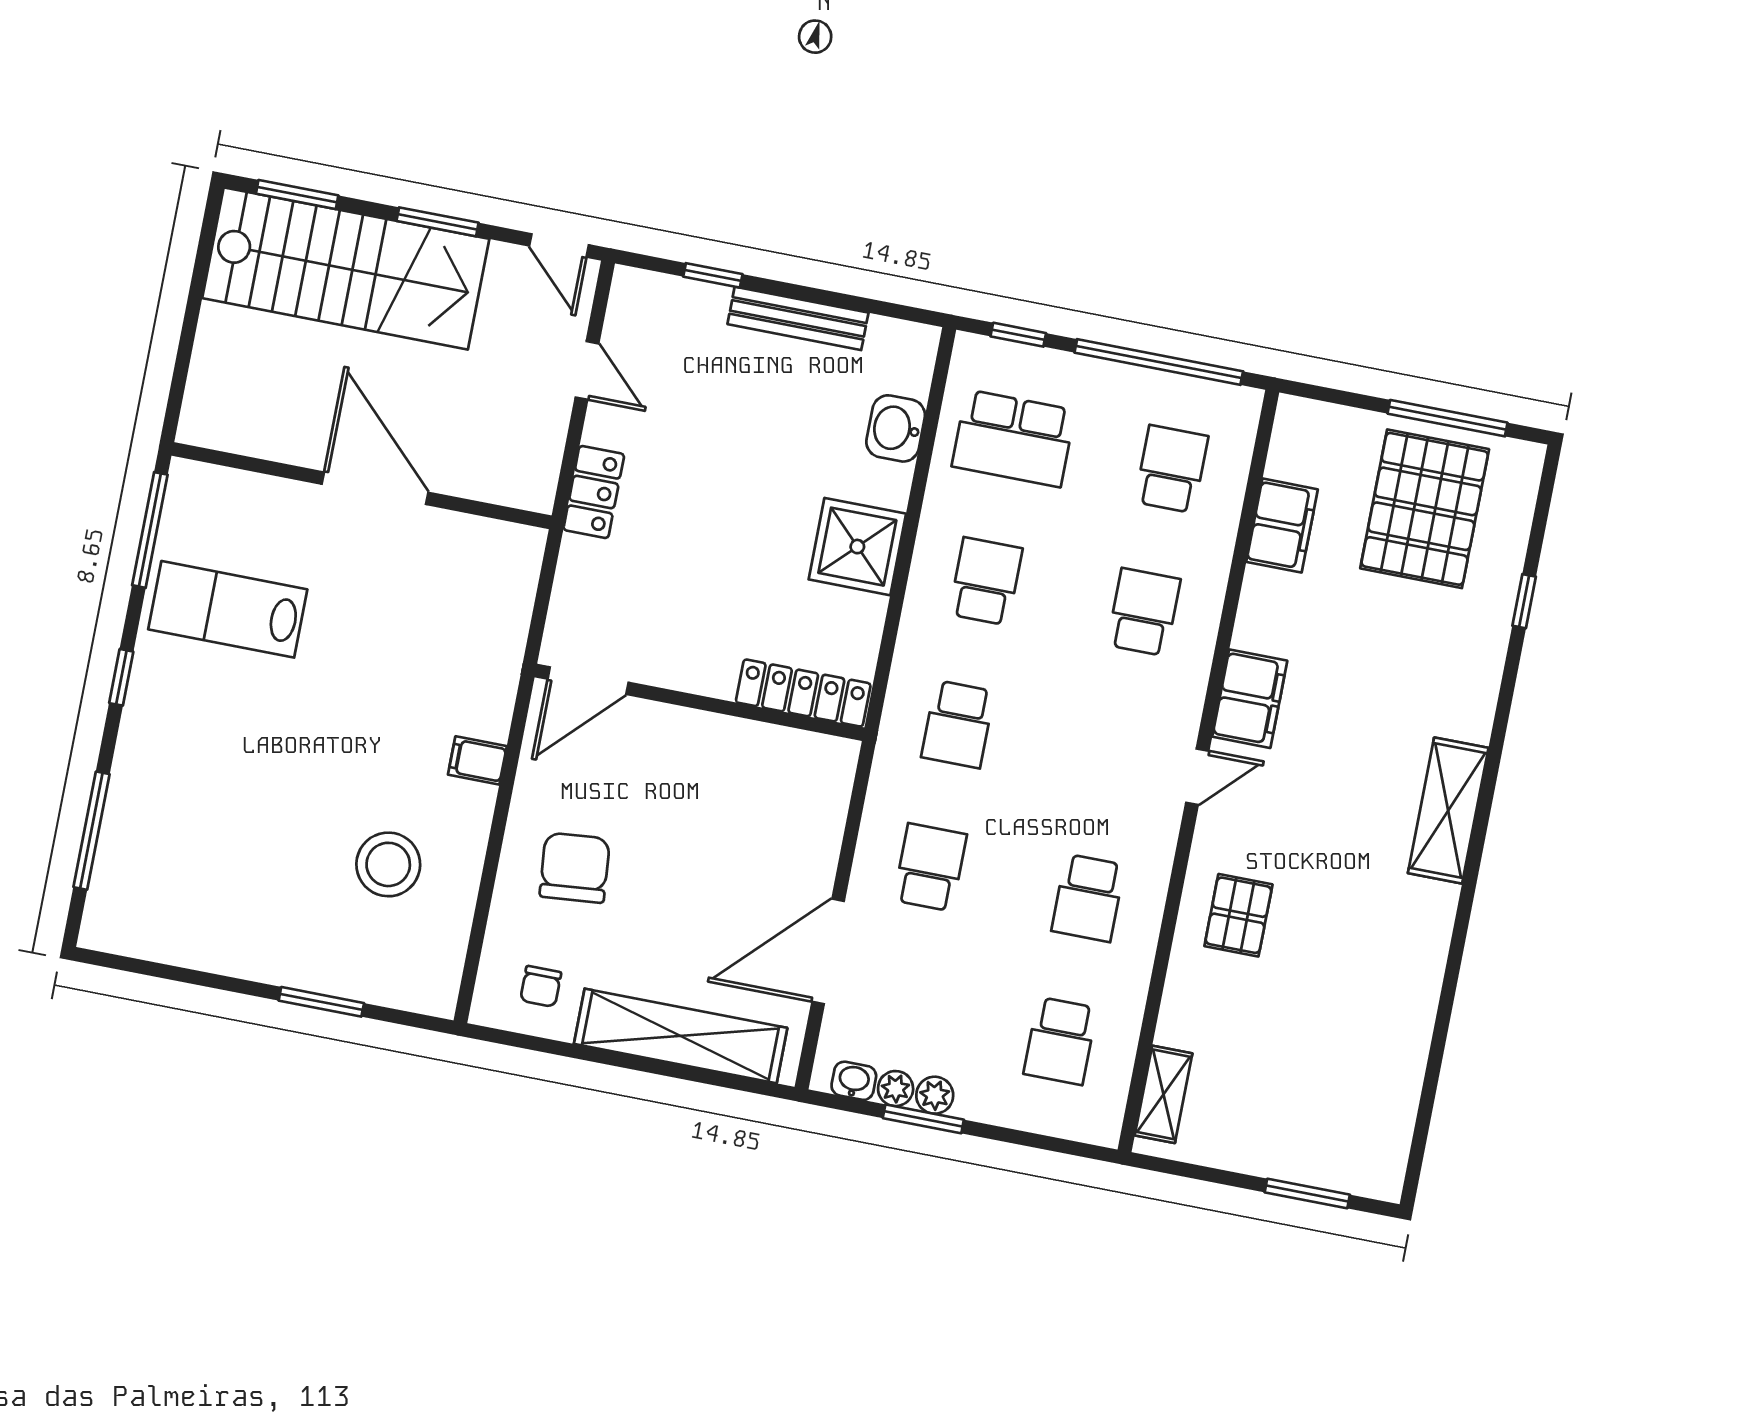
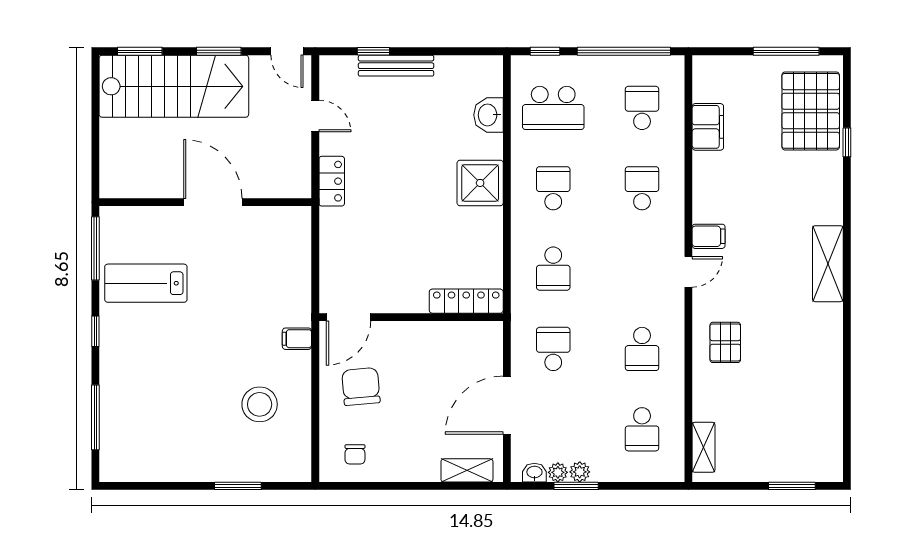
bench: (798, 318) -> (396, 66), moved
pallet: (1425, 509) -> (811, 111), moved
door: (588, 681) -> (348, 317), moved
locker: (803, 693) -> (466, 301), moved
filing cabinet: (1250, 699) -> (709, 236), width x0.50
wall: (699, 702) -> (411, 317), moved
shelving: (681, 1036) -> (467, 470), width x0.45, depth x0.75

